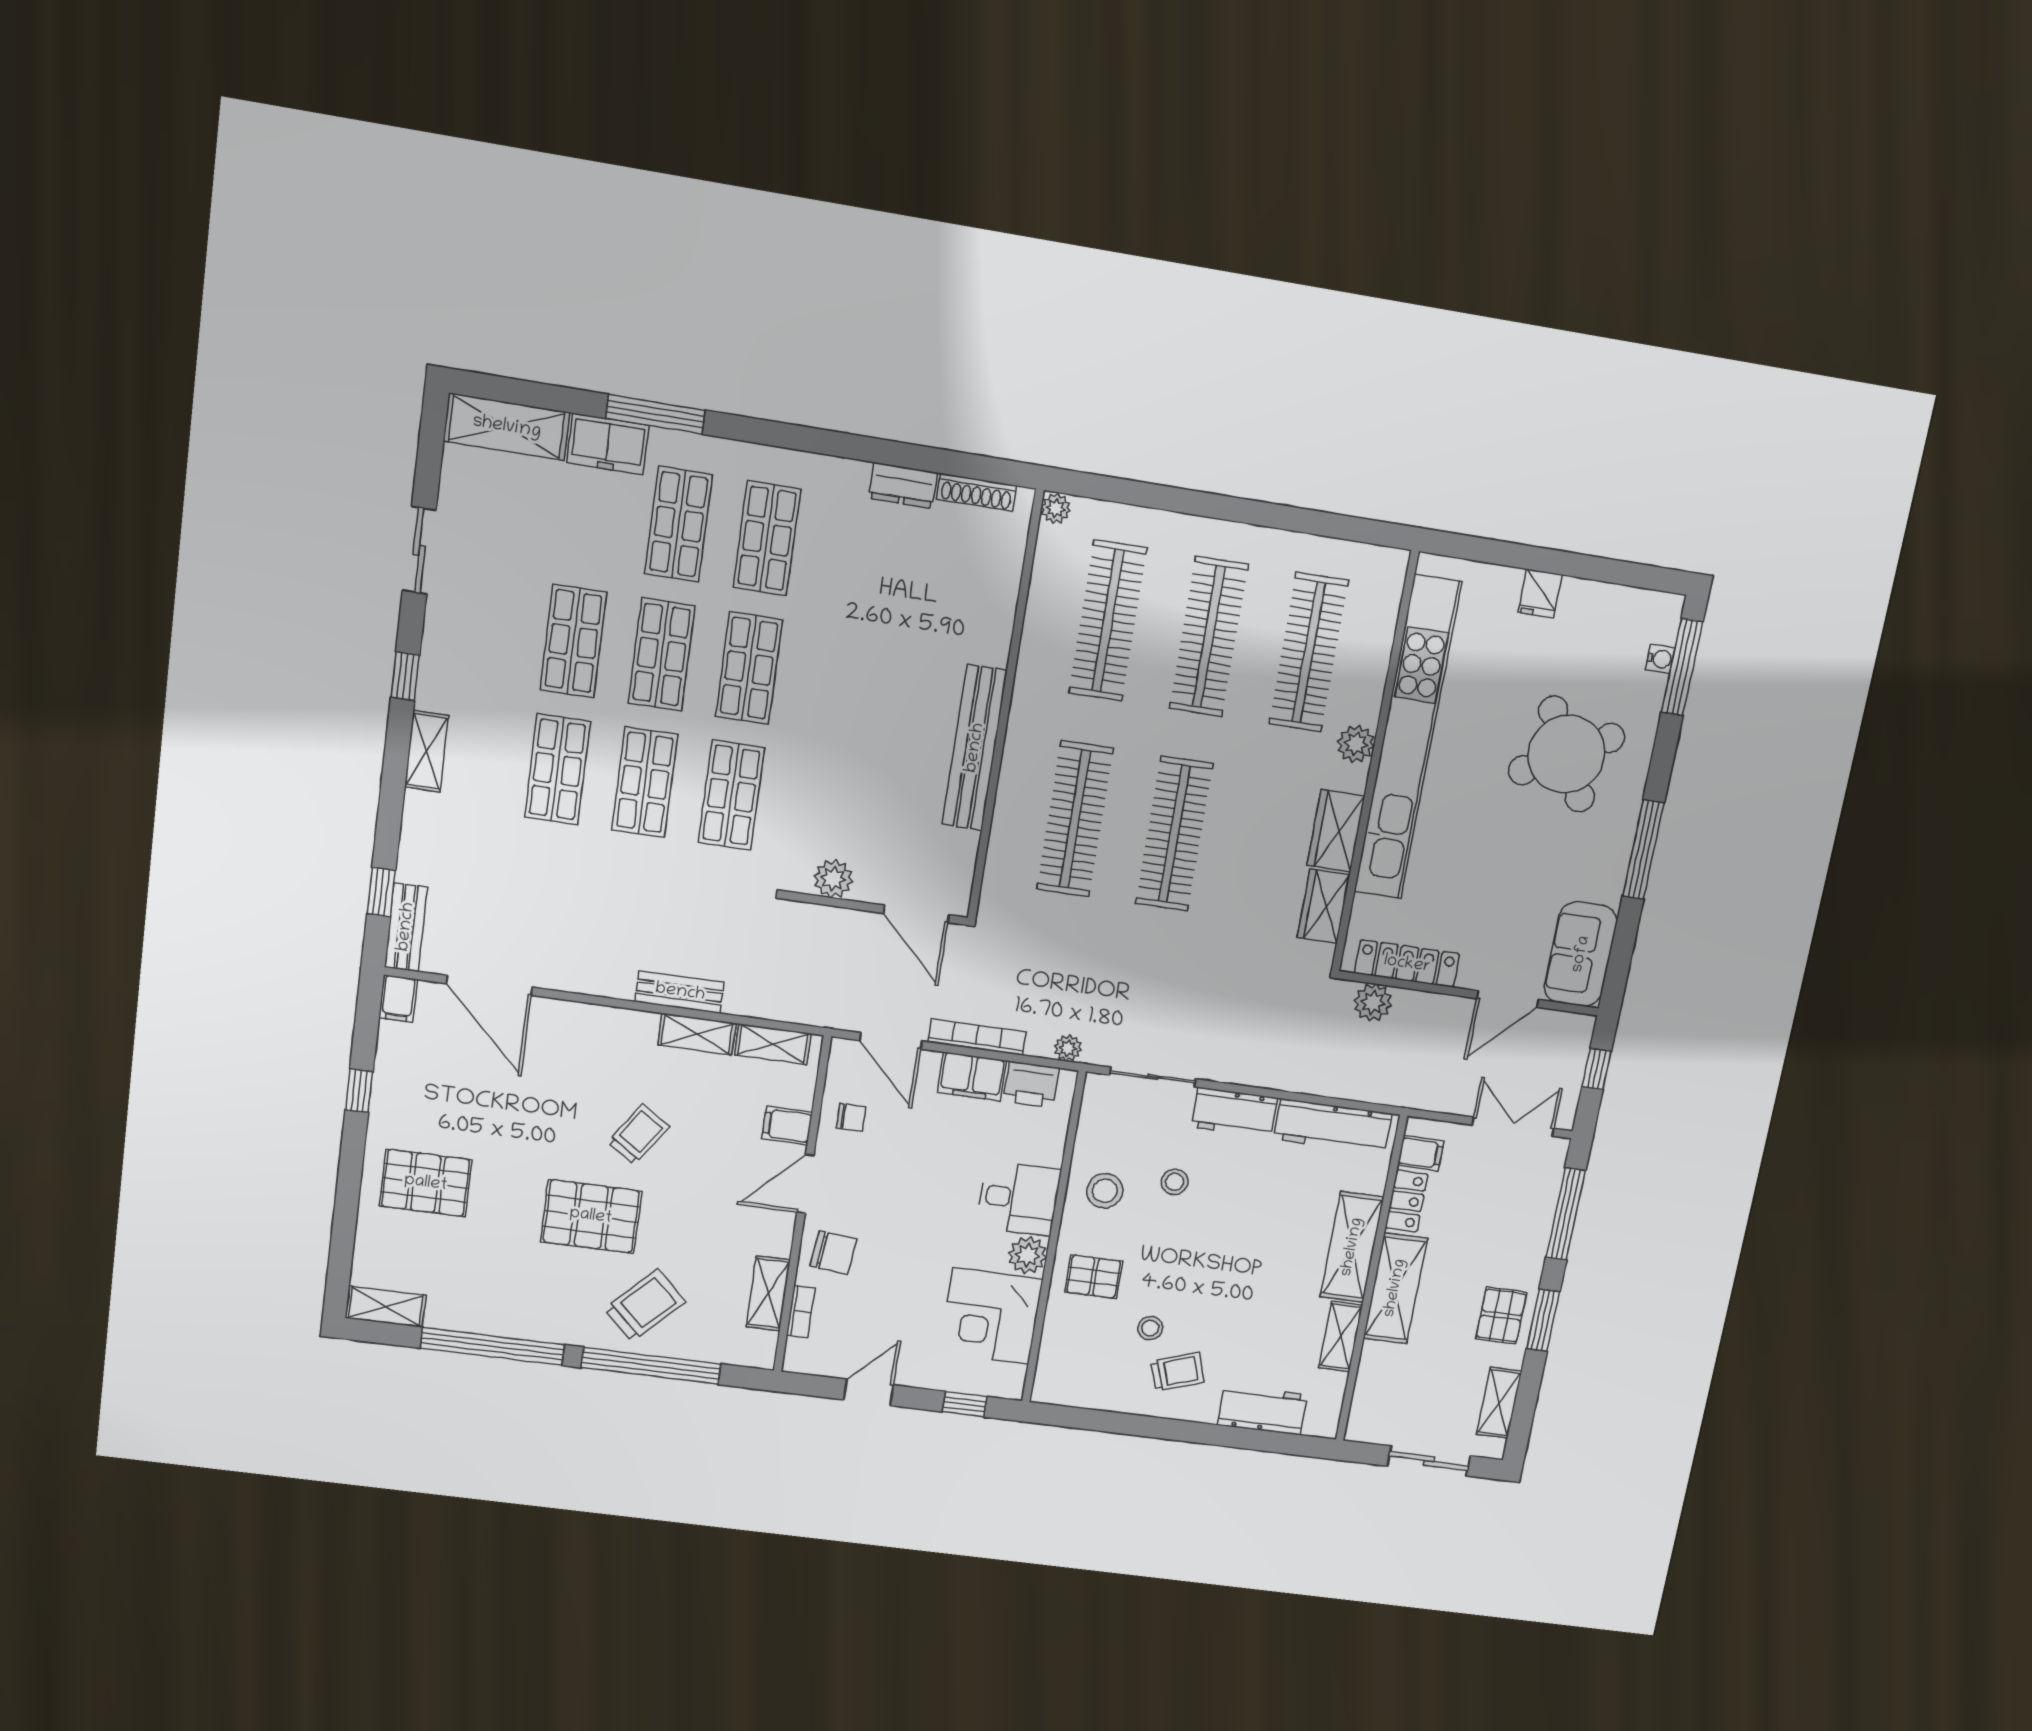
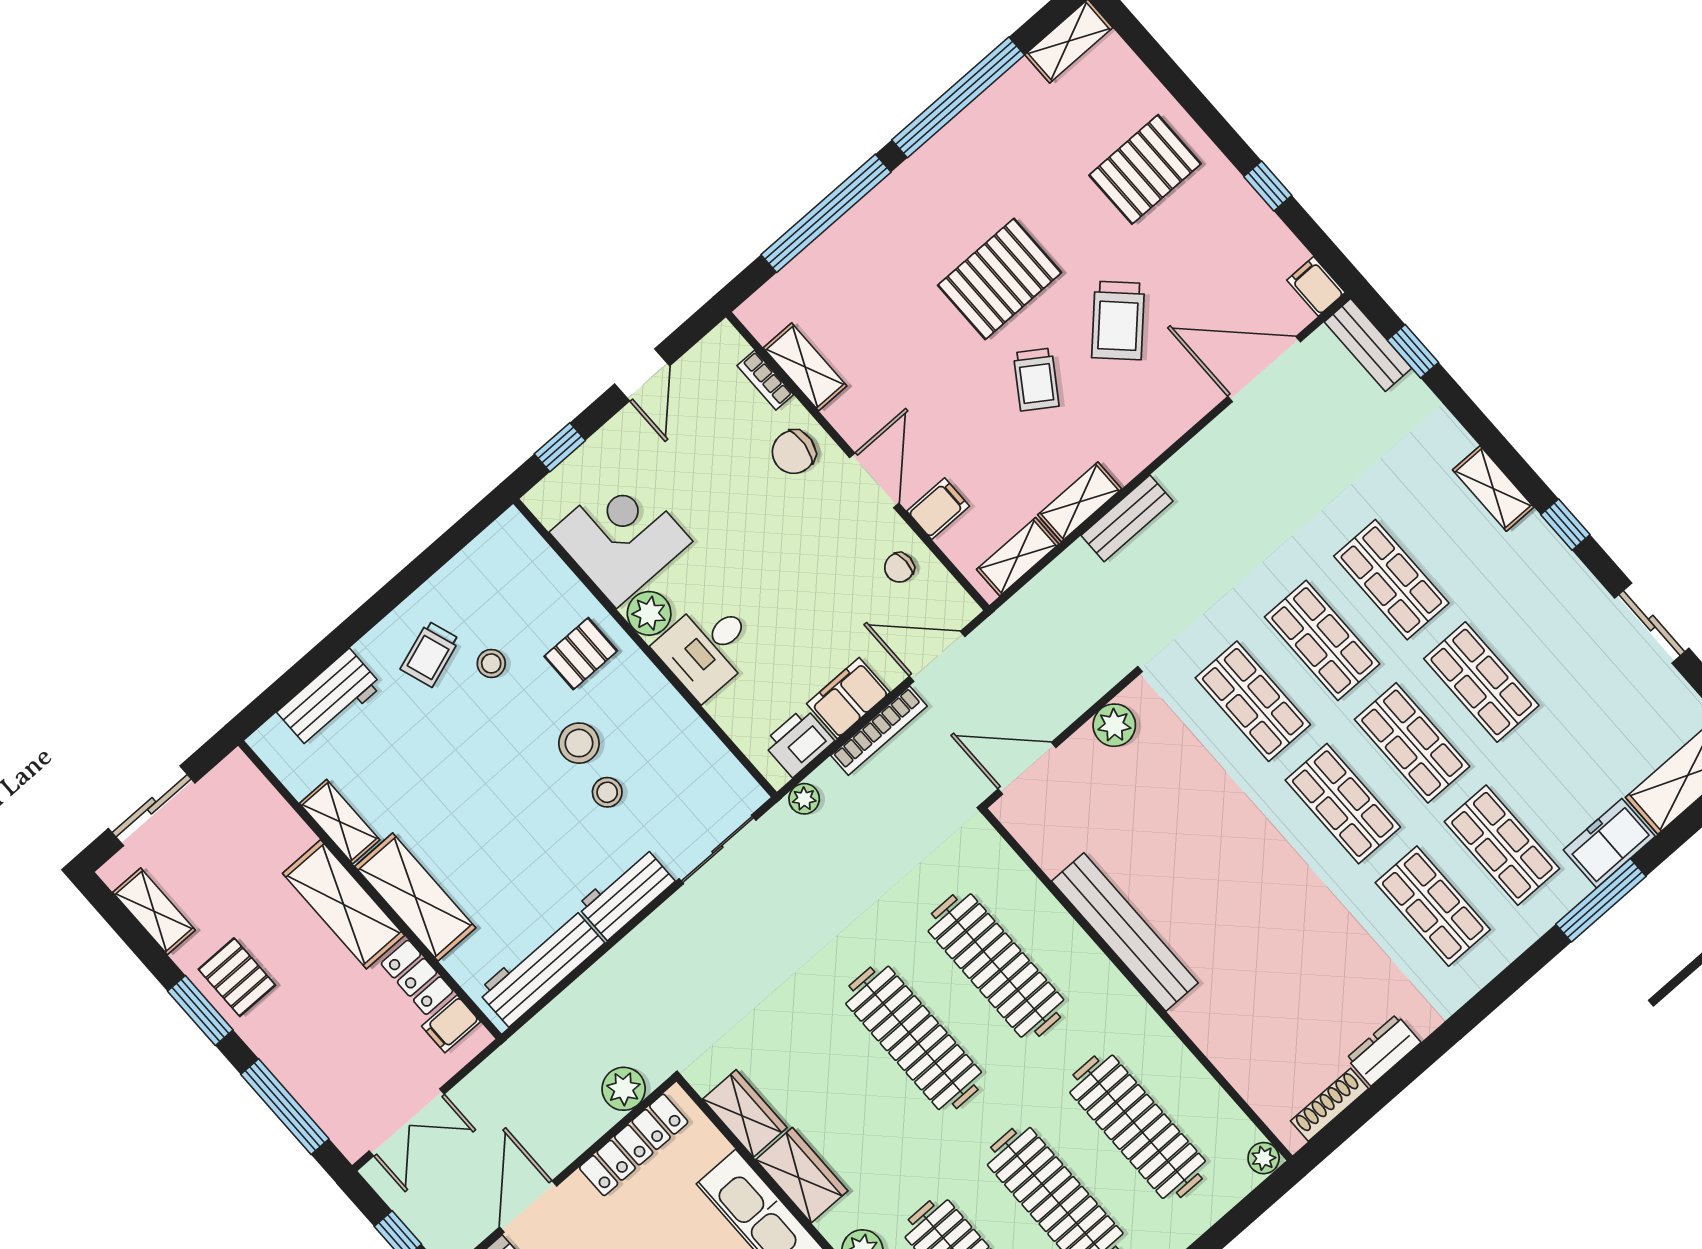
stool: (1105, 1191) -> (579, 743), moved
trolley: (645, 1305) -> (1118, 321), moved

